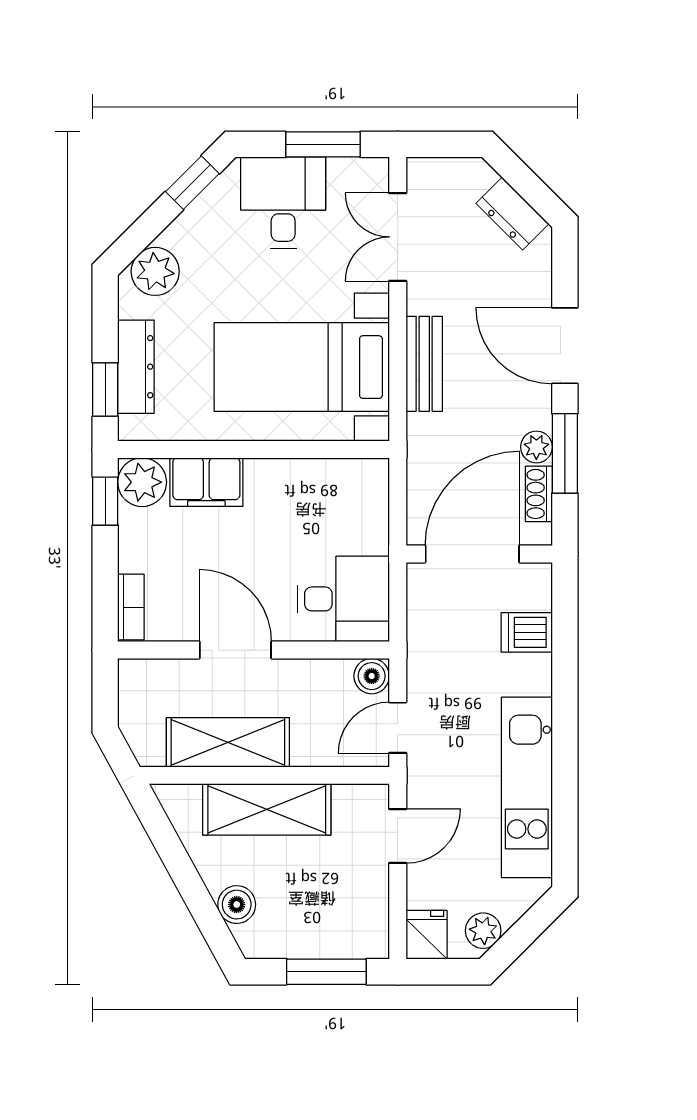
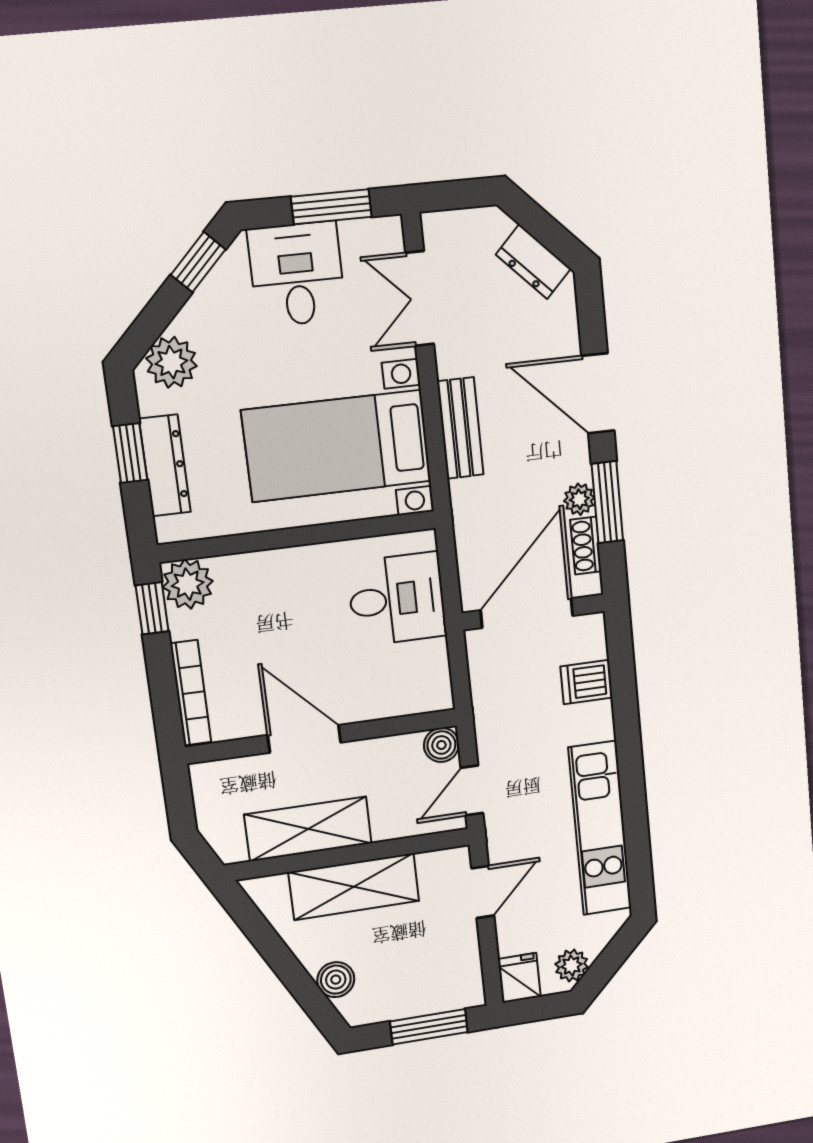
window: (105, 389) -> (130, 453), moved
filing cabinet: (206, 482) -> (254, 576), removed
desk: (343, 599) -> (397, 599), moved
bookcase: (131, 607) -> (191, 693), width x1.56

